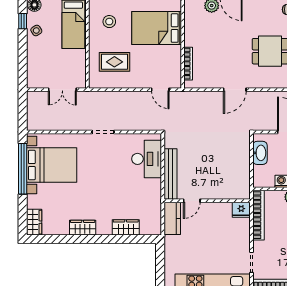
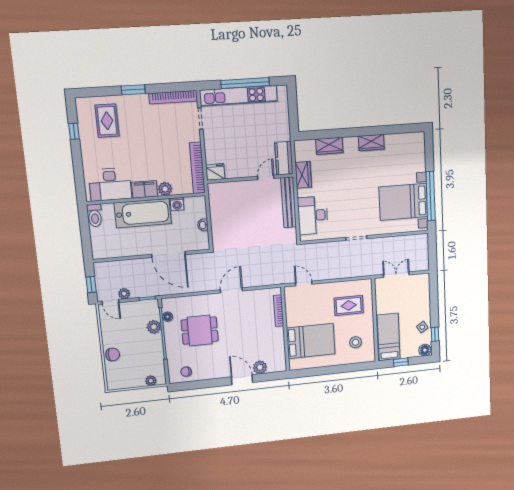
washbasin: (260, 153) -> (203, 225), width x0.52, depth x0.69
wardrobe: (34, 222) -> (303, 175), moved, turned 180

